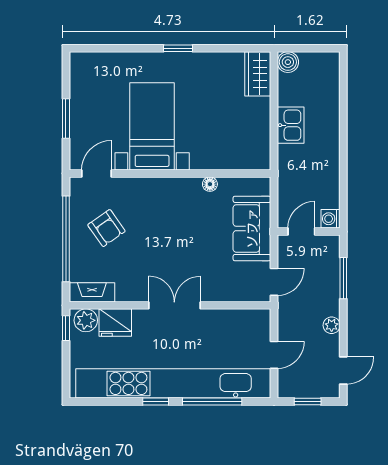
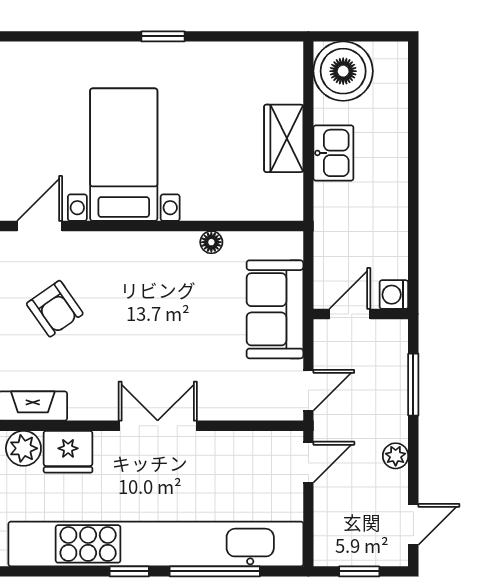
boiler: (288, 62) -> (343, 71), width x1.86, depth x1.86
wardrobe: (258, 74) -> (284, 138), moved
door: (274, 355) -> (308, 462), moved

